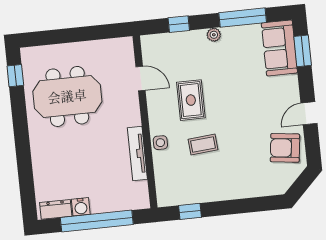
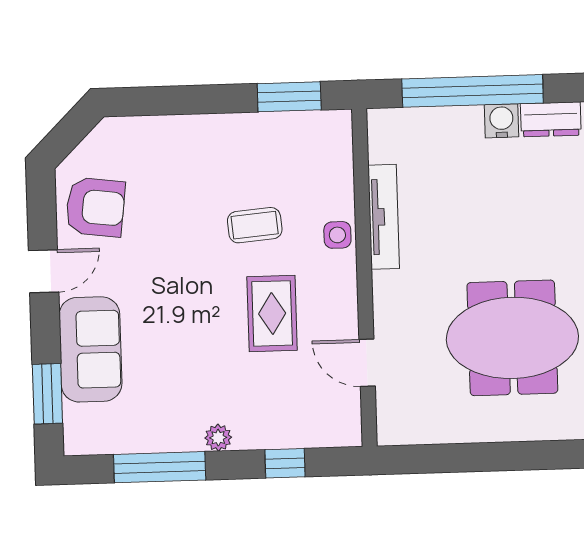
sofa: (279, 48) -> (90, 349), moved
window: (190, 211) -> (289, 97), width x1.50

